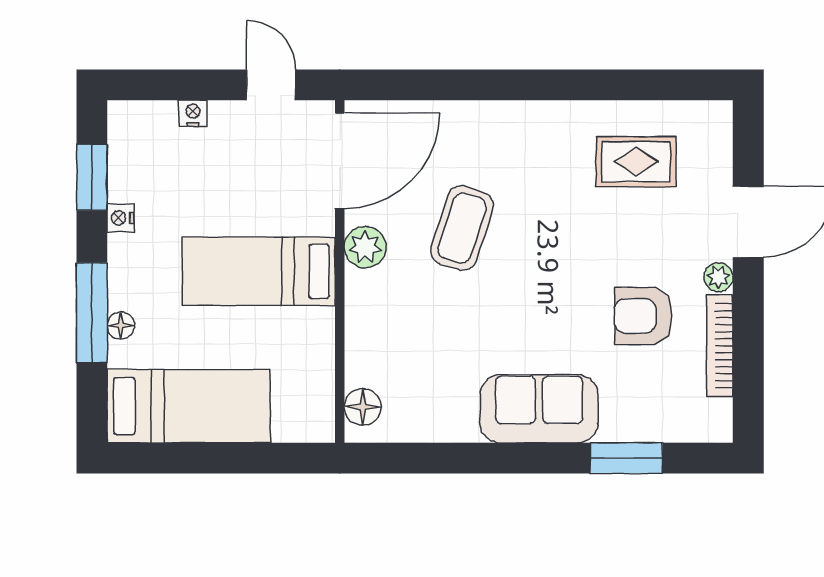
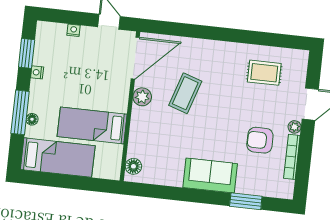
bed: (259, 271) -> (92, 125), moved

